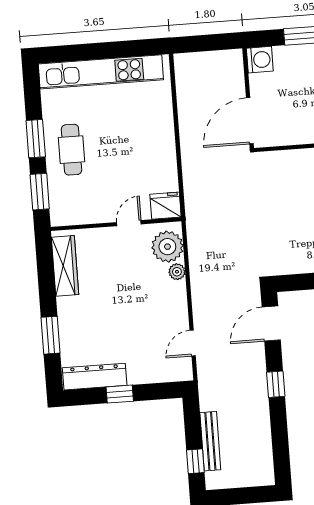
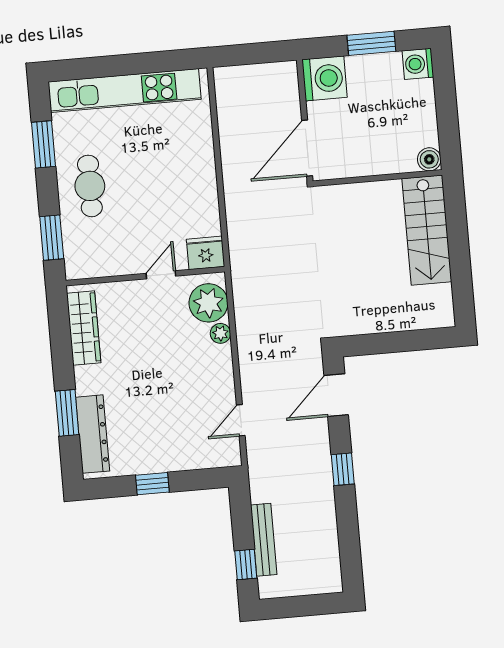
washing machine: (260, 60) -> (325, 78), width x1.37, depth x1.37
window: (36, 139) -> (44, 144), moved
dresser: (95, 377) -> (93, 434), moved, turned 90

